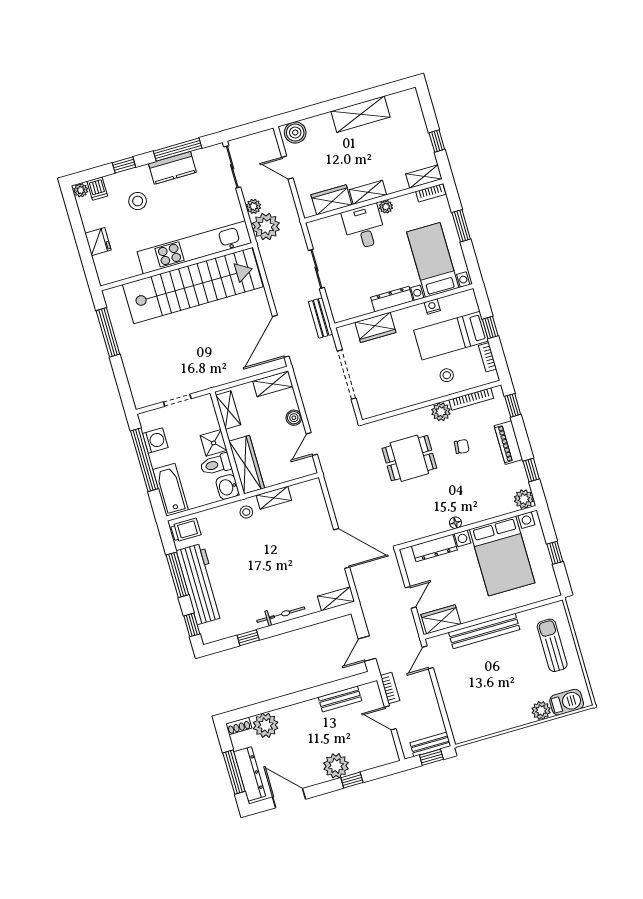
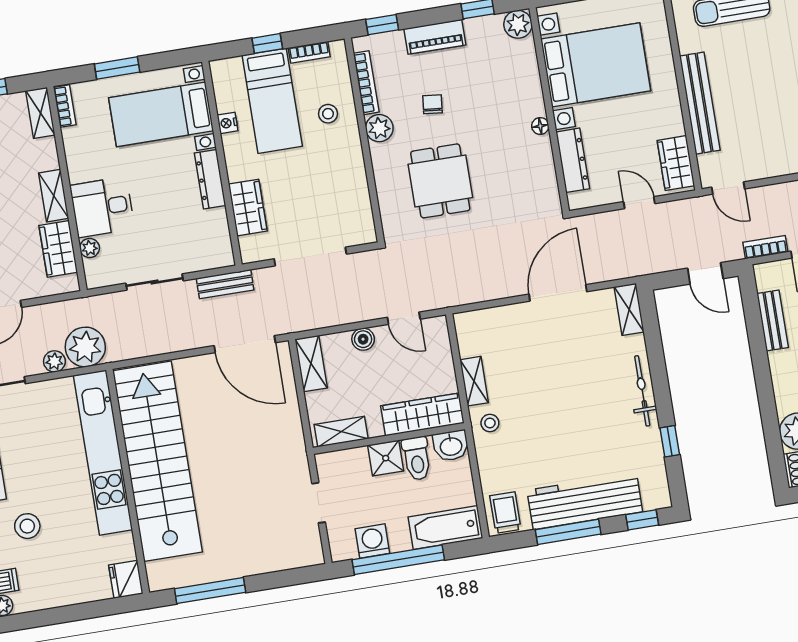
plant: (386, 207) -> (90, 248), moved
fridge: (98, 242) -> (126, 579), moved, turned -90

